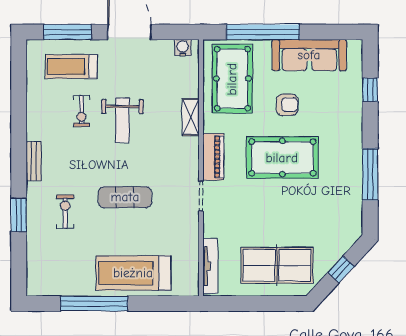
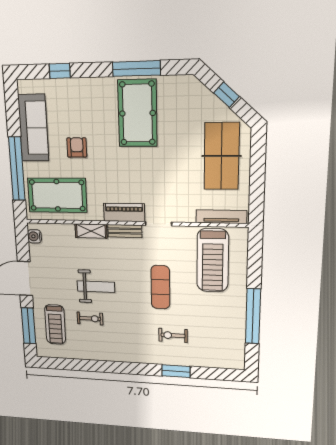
pool table: (282, 158) -> (137, 113), moved
bench: (34, 161) -> (125, 231), moved
treadmill: (133, 273) -> (213, 260), moved

